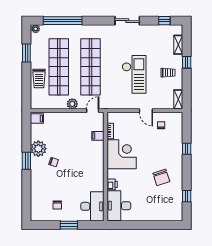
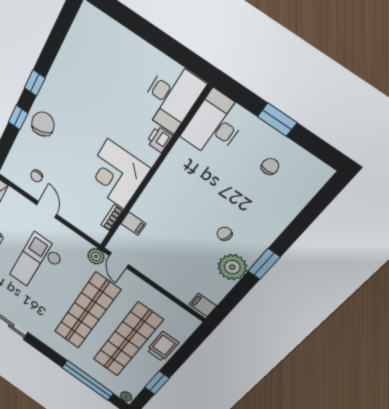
plant: (72, 104) -> (96, 256), moved
door: (93, 111) -> (119, 260), hinge flipped
chair: (161, 177) -> (43, 124), moved
window: (187, 196) -> (35, 83), moved

